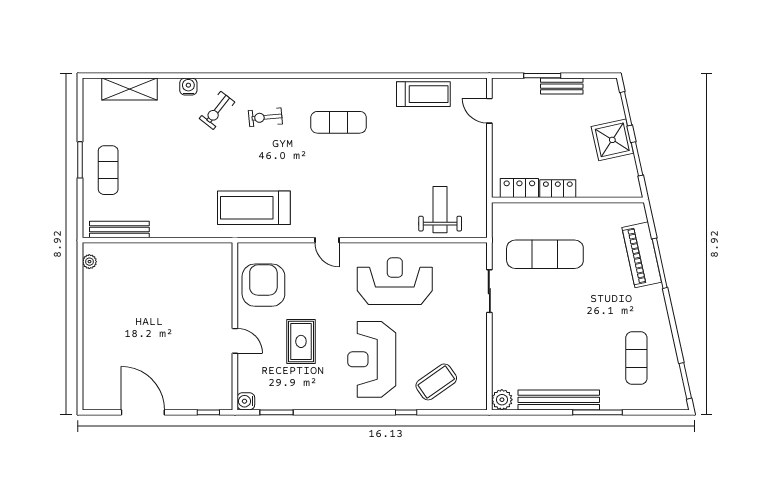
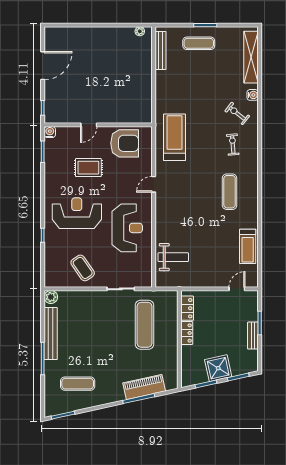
shelving: (130, 89) -> (251, 57), width x1.47
coffee table: (436, 382) -> (83, 268), moved

